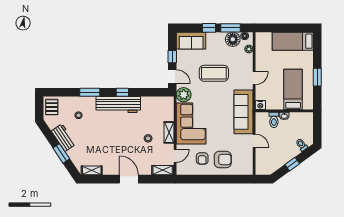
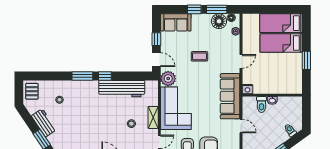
coffee table: (214, 73) -> (199, 56), width x0.54, depth x0.58
bed: (293, 89) -> (281, 43), moved, turned -90
window: (90, 92) -> (82, 76), moved
workbench: (118, 105) -> (122, 89), moved

